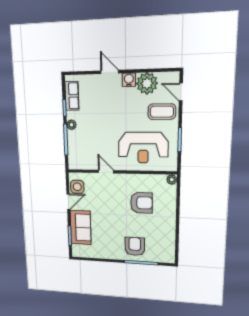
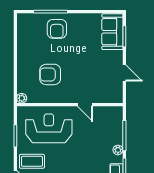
side table: (77, 187) -> (114, 89), removed
door: (68, 202) -> (124, 73), swing flipped
sofa: (81, 227) -> (112, 32), moved

